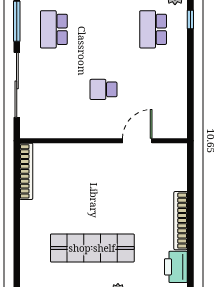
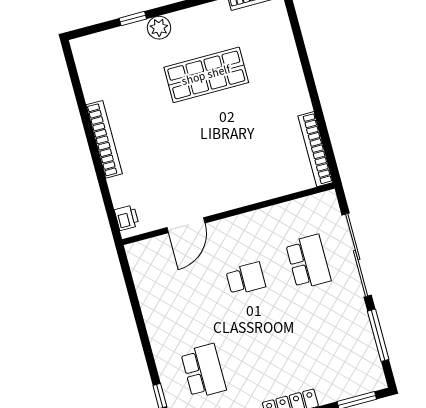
school desk: (54, 29) -> (308, 262), moved
shop shelf: (92, 248) -> (206, 75), width x0.71
printer: (176, 267) -> (127, 218), moved, width x0.53, depth x0.68

